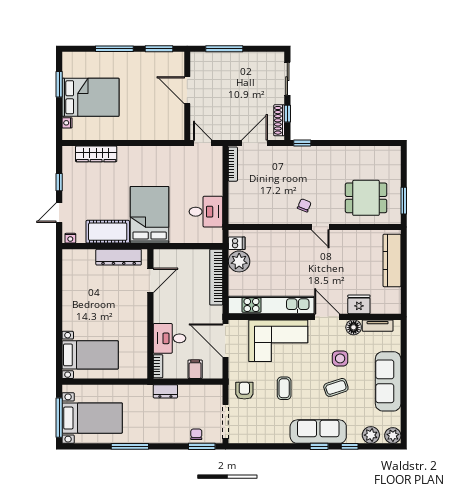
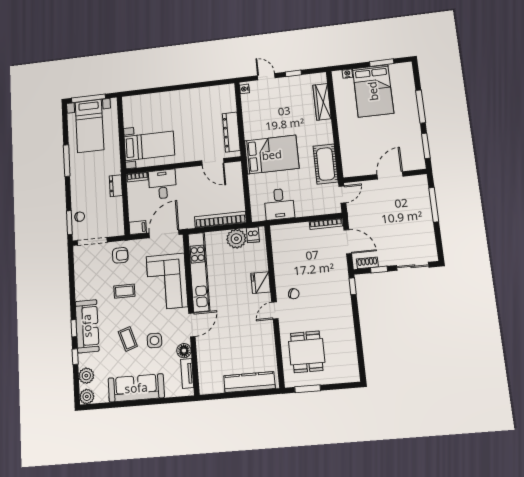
shoe rack: (279, 120) -> (367, 263), width x0.70
cot: (108, 232) -> (326, 164), moved
fridge: (359, 304) -> (261, 283), moved, turned 180
bed with nightstands: (90, 355) -> (149, 146), moved, turned -90
filing cabinet: (195, 369) -> (138, 228), moved

